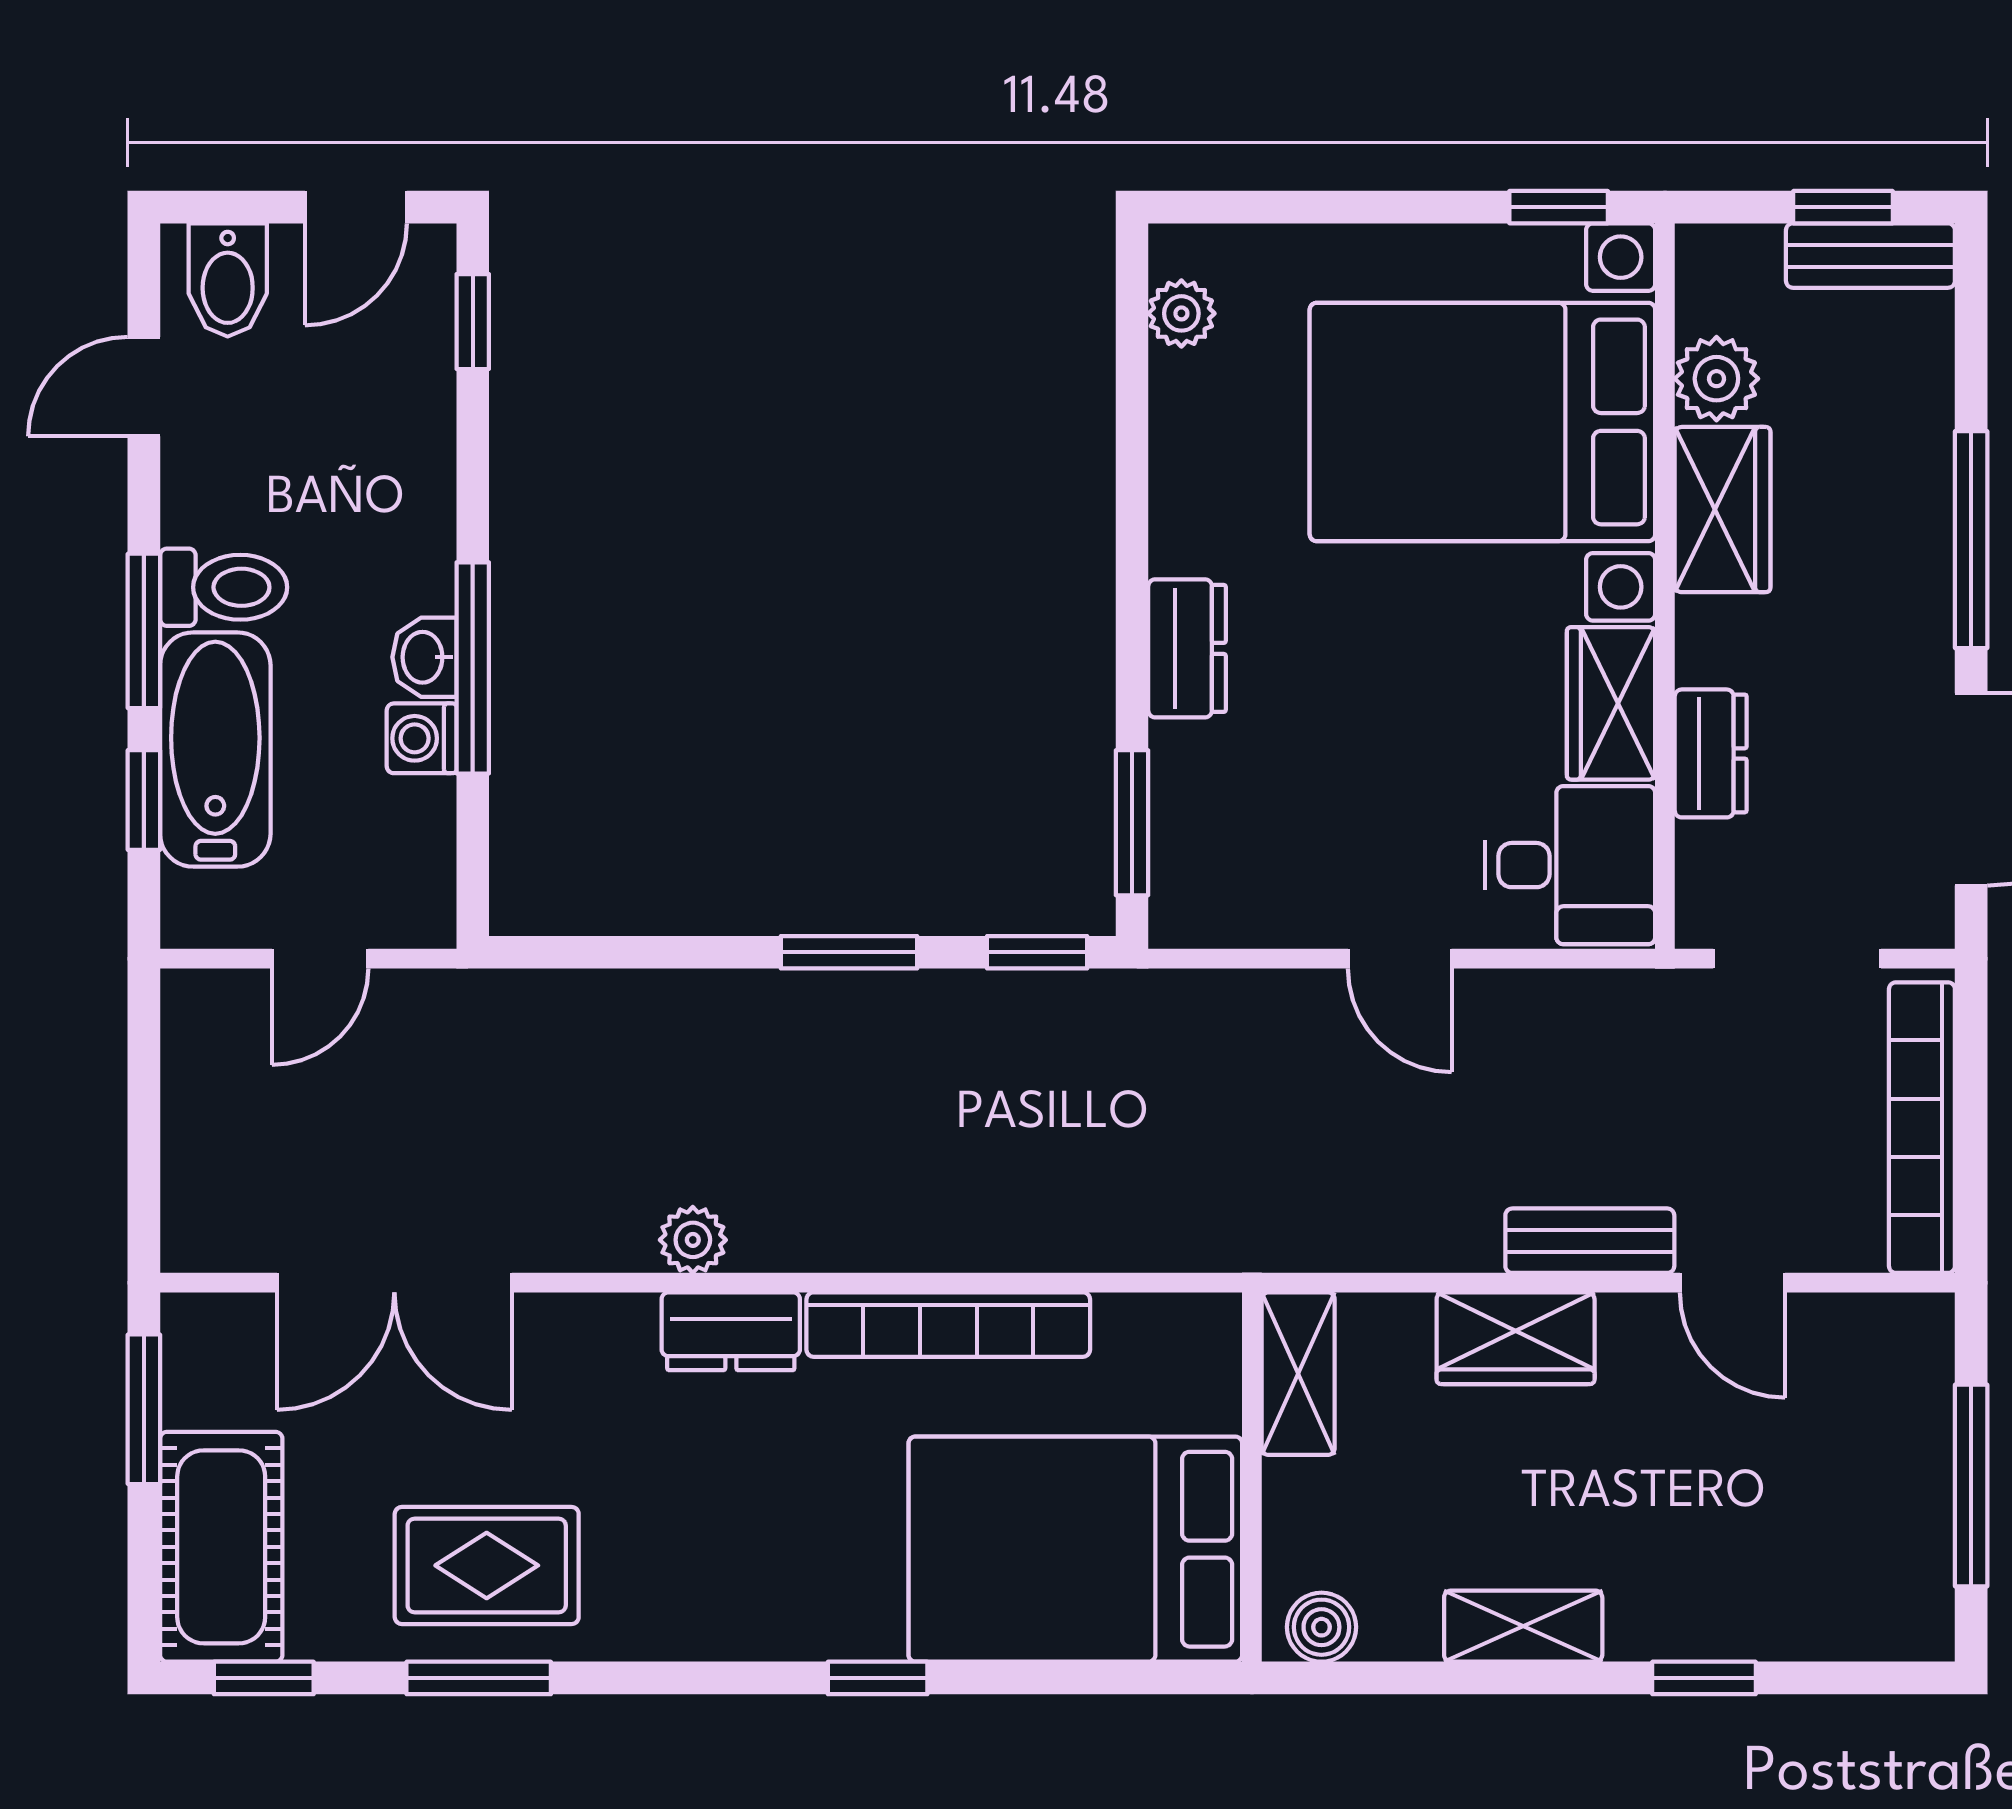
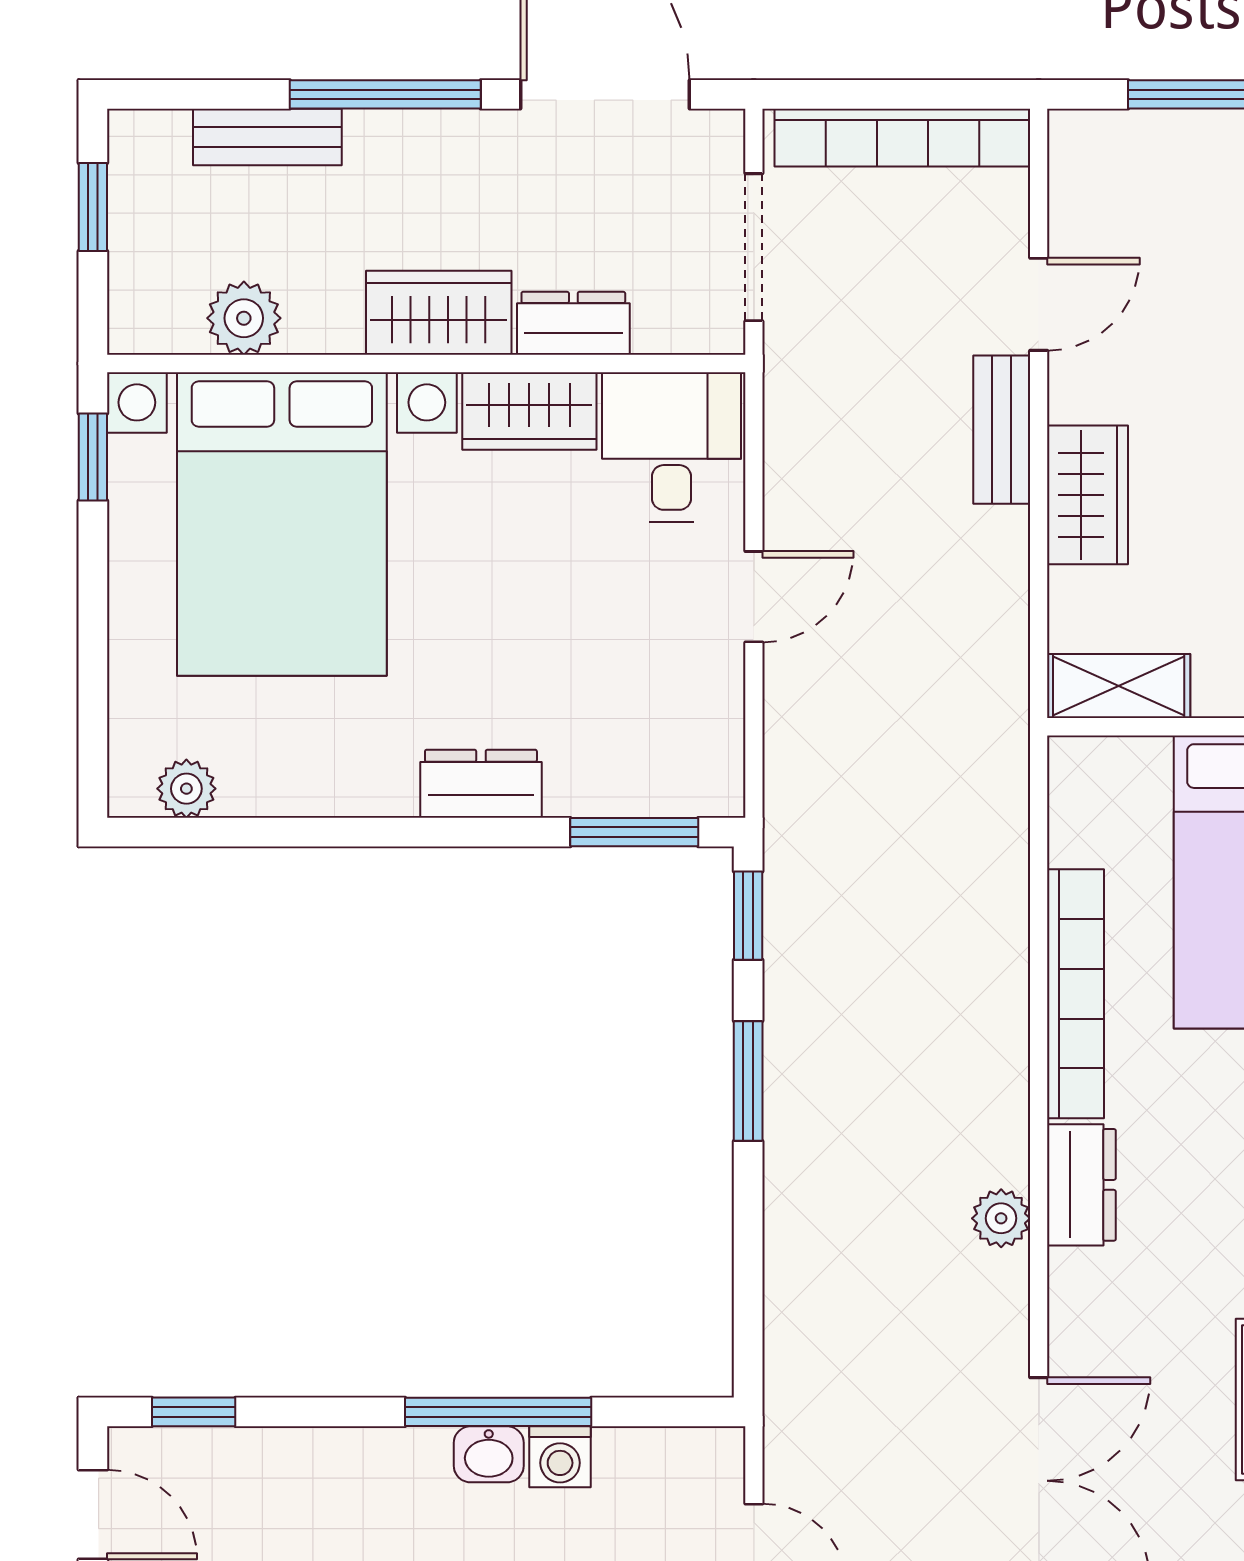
bench: (1870, 256) -> (267, 137), moved, turned 90
wardrobe: (1723, 510) -> (439, 313), moved

